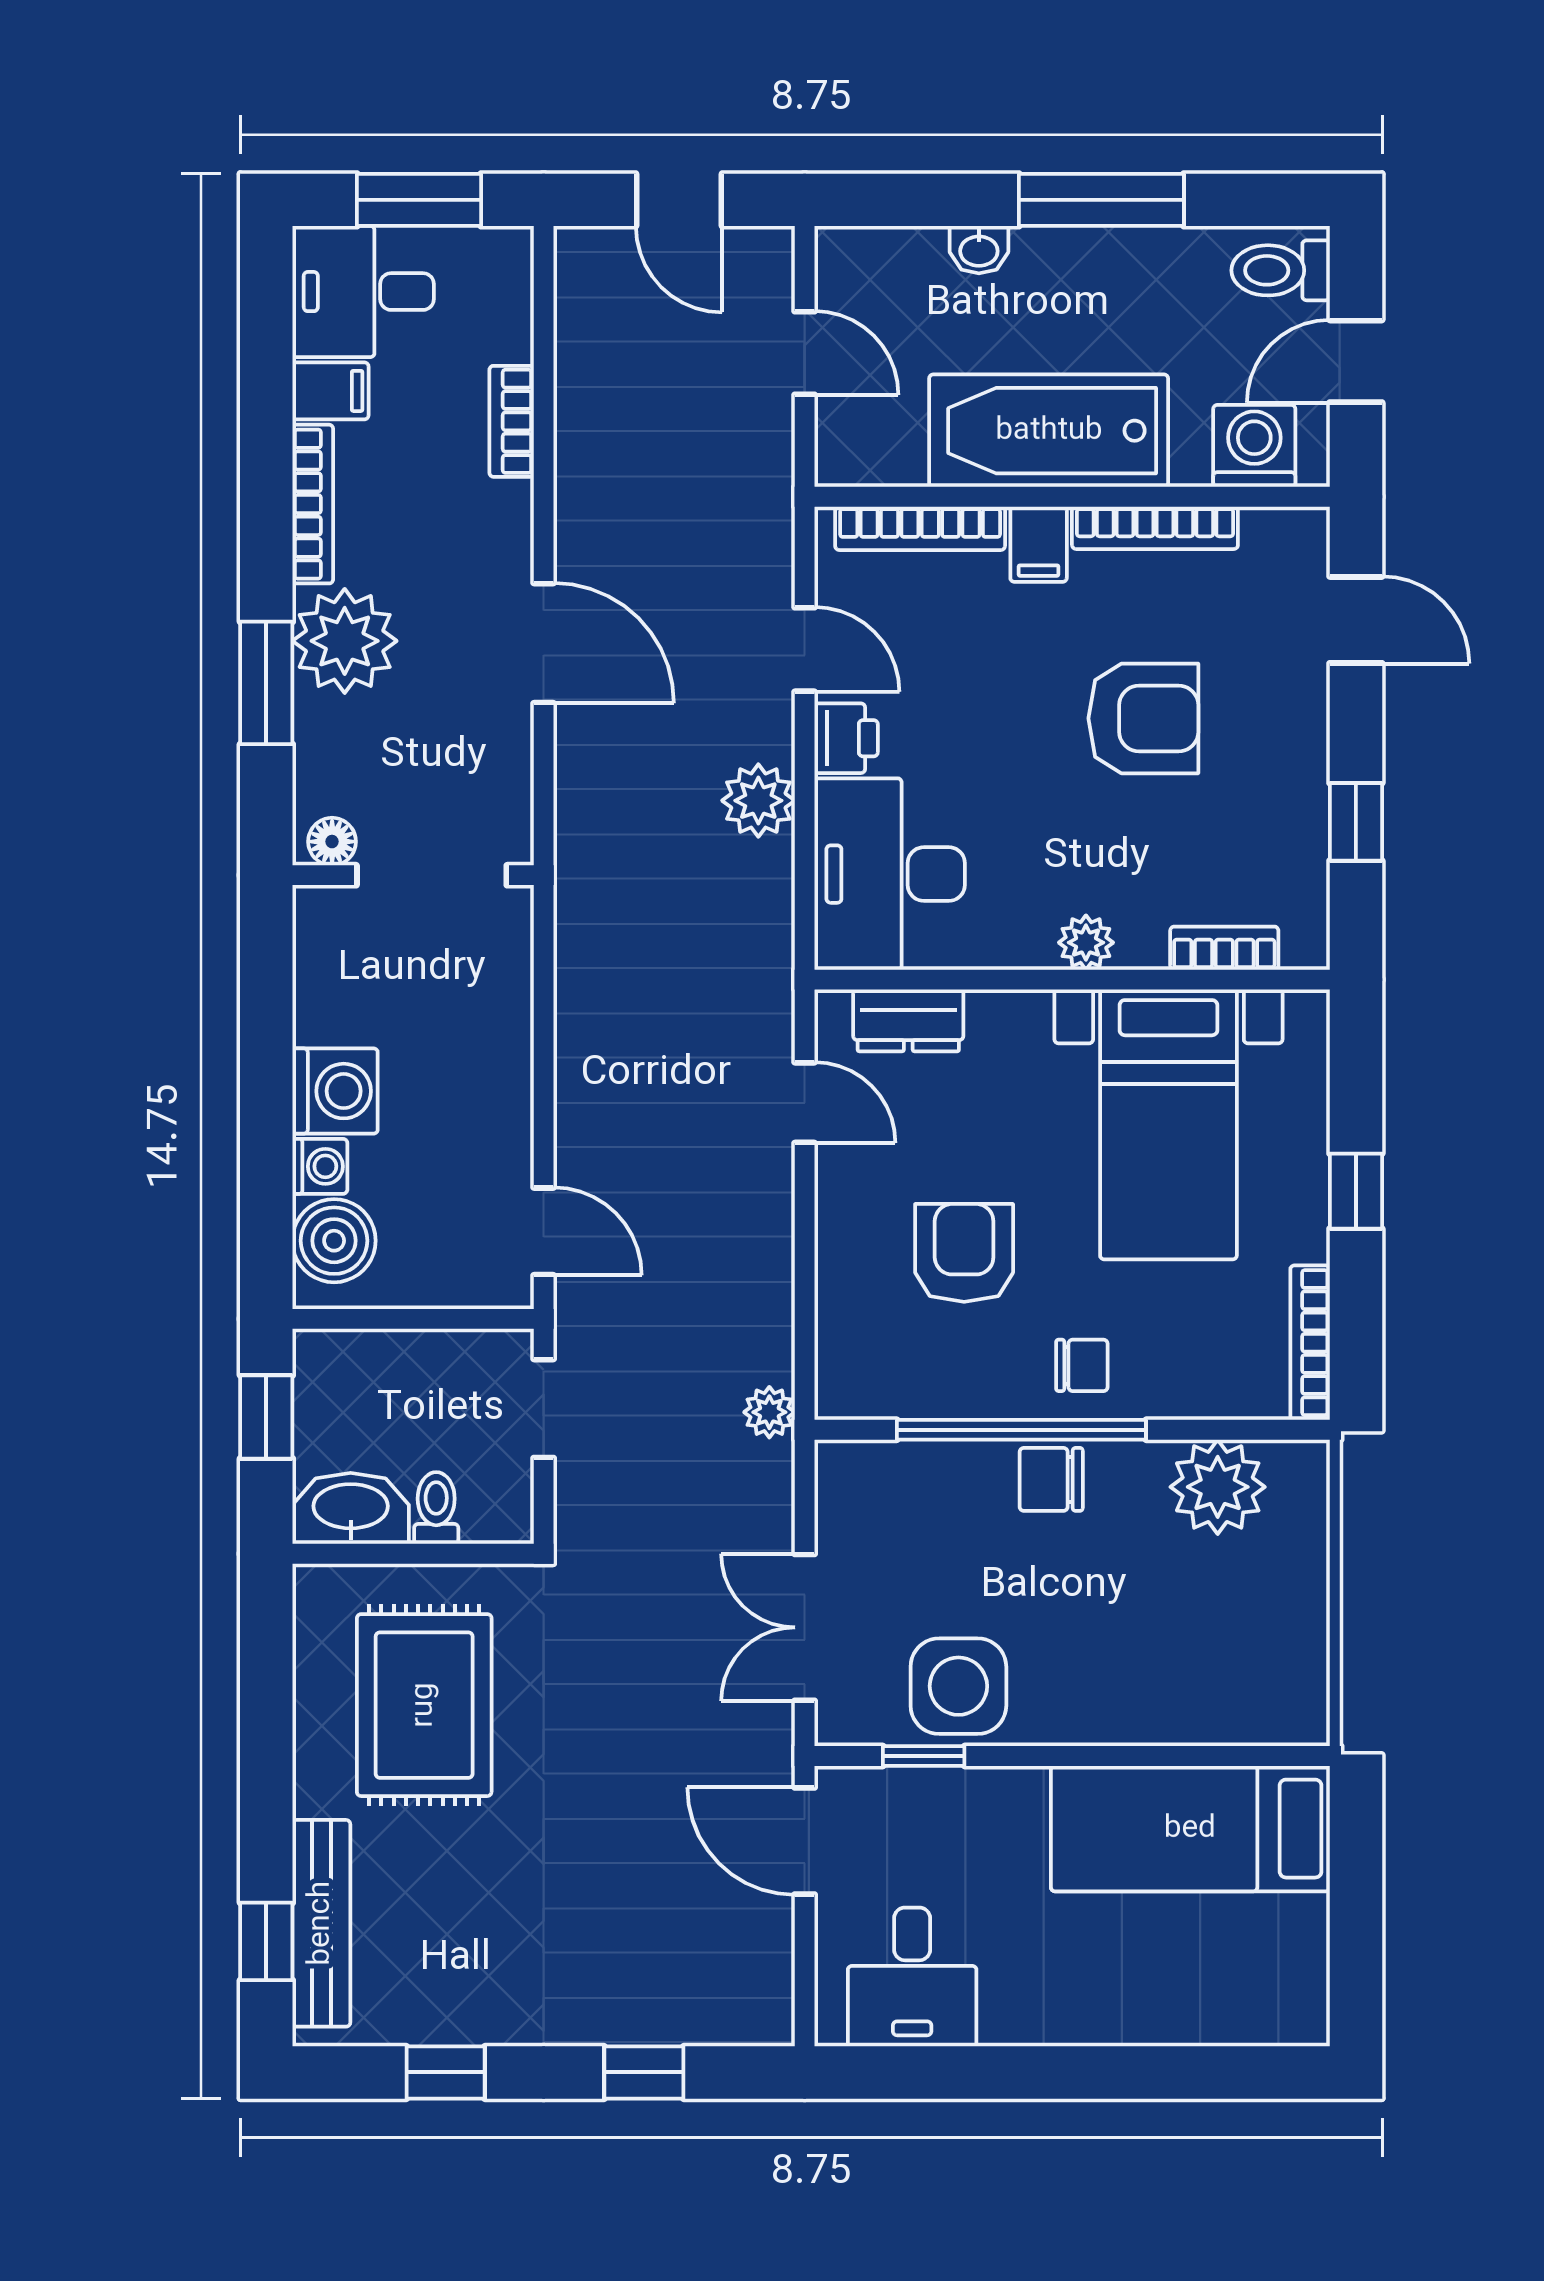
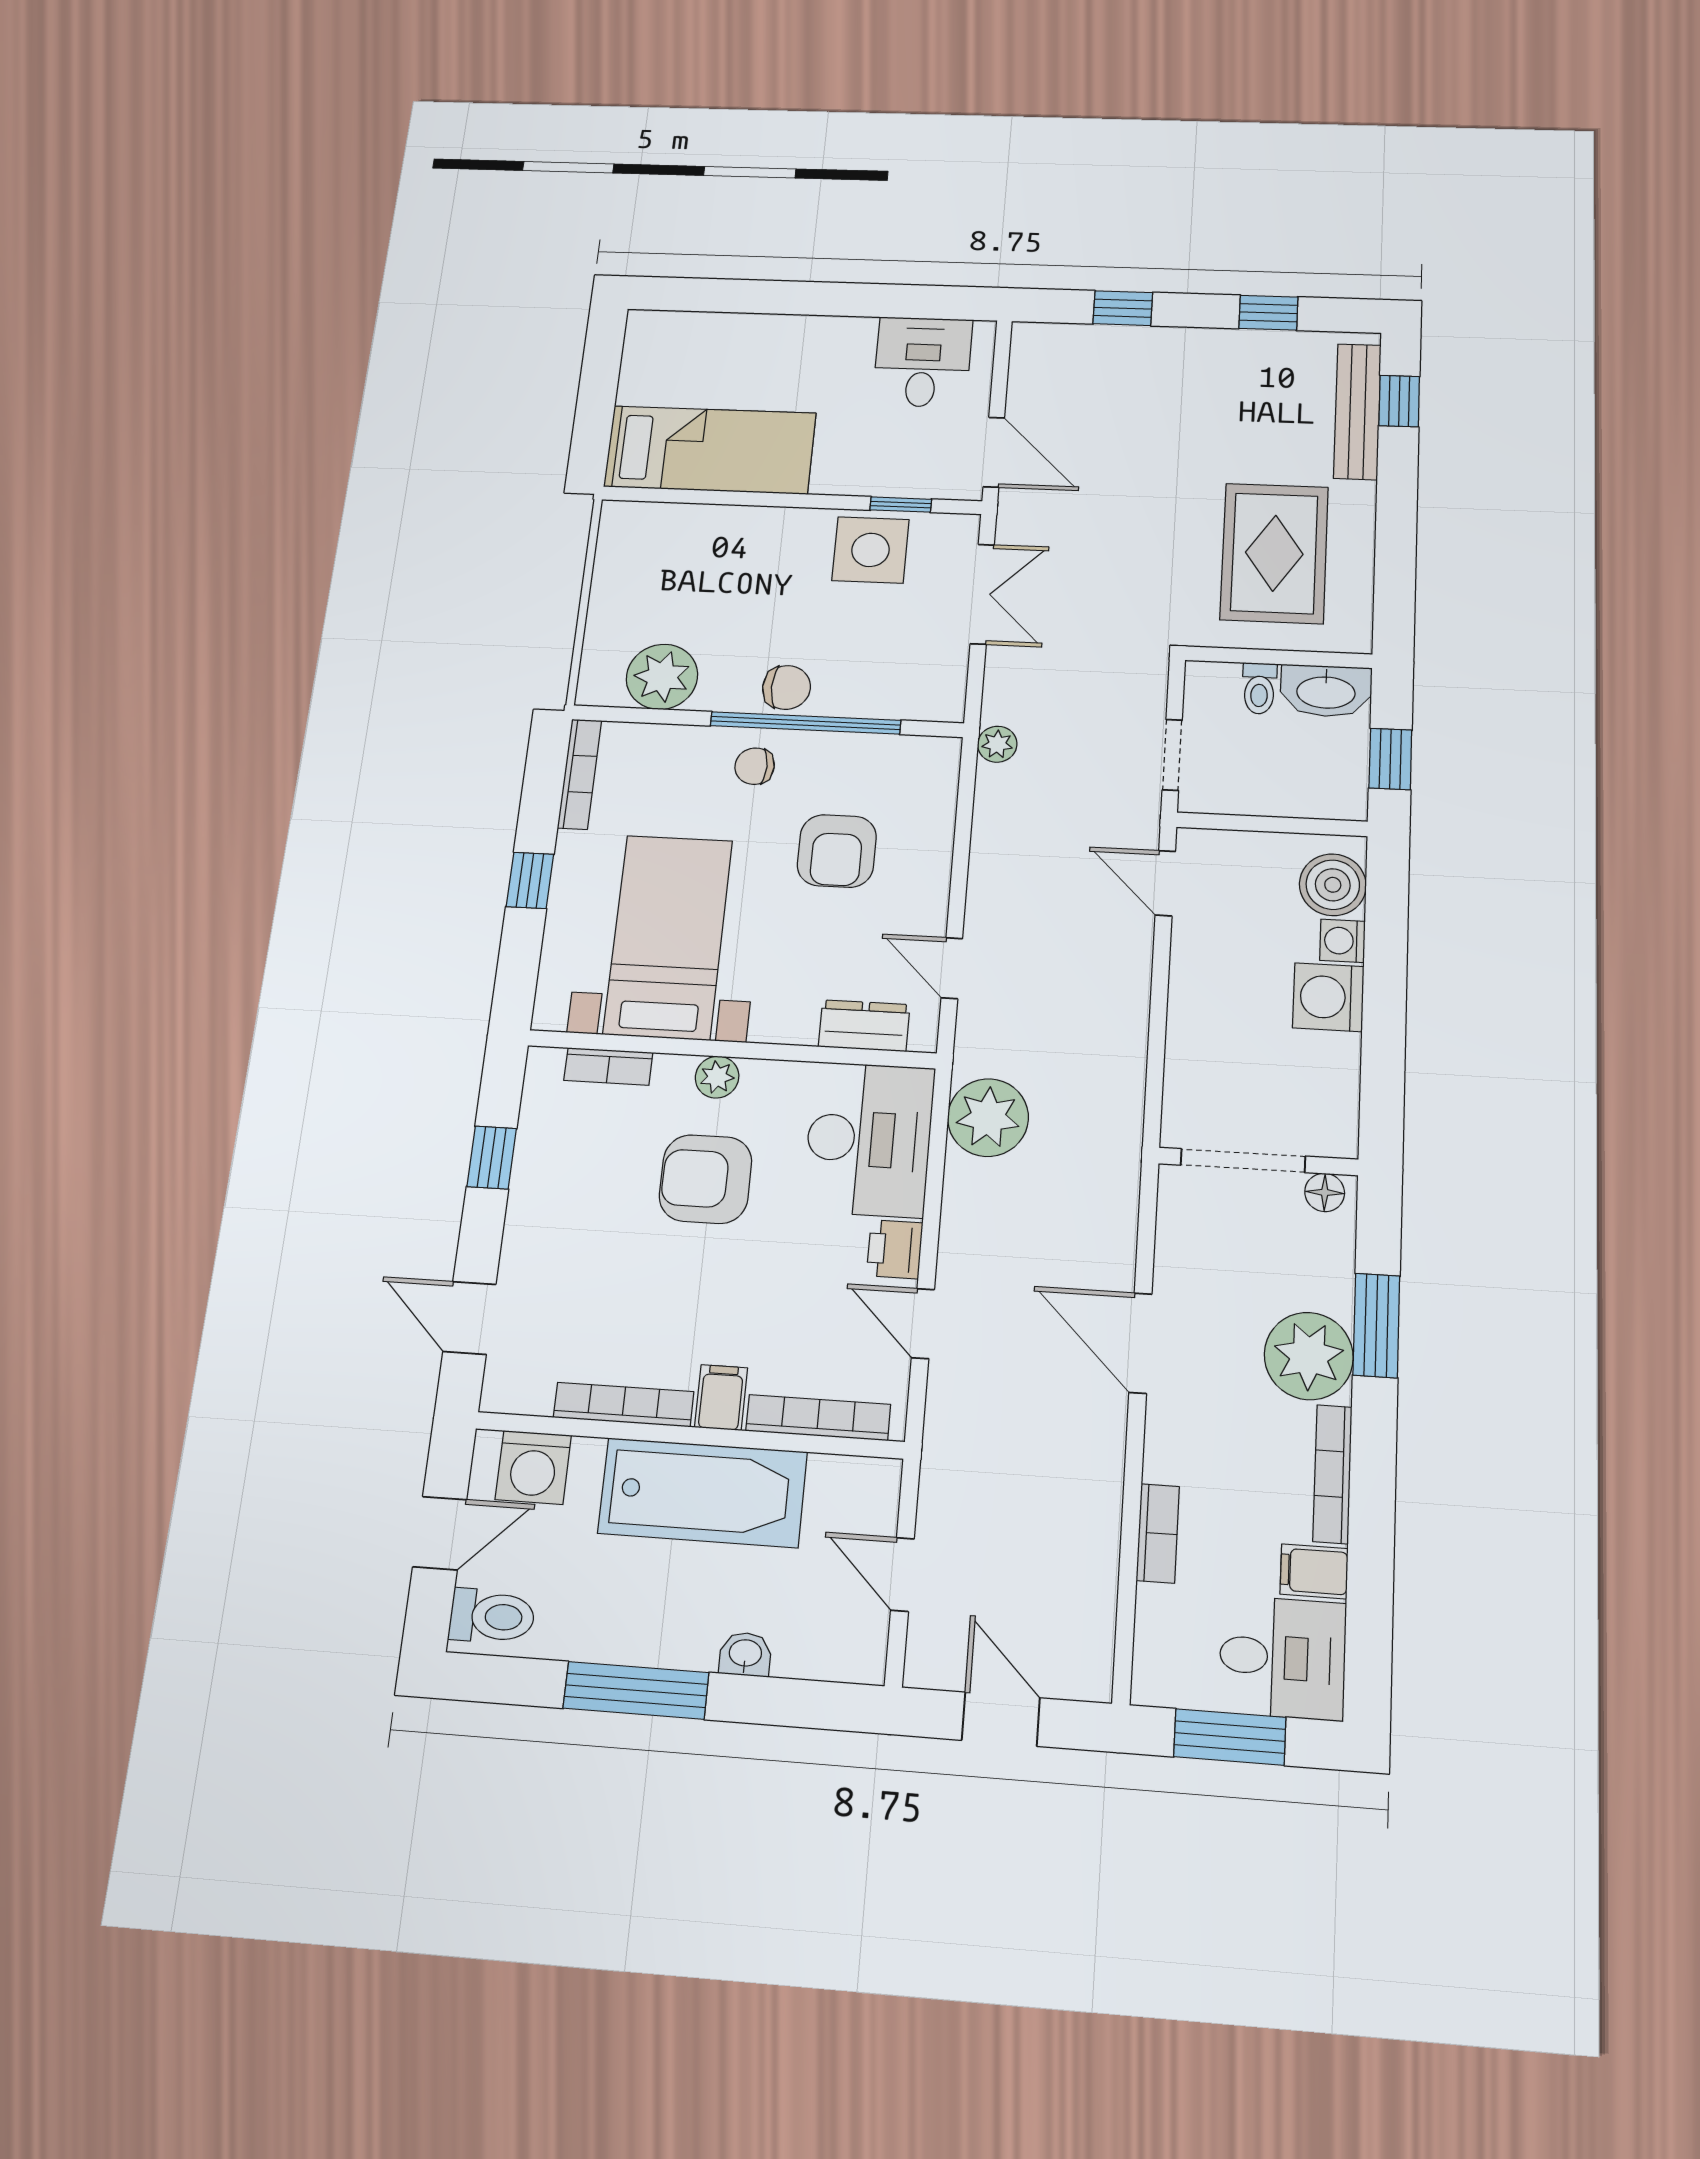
armchair: (1143, 718) -> (706, 1179), moved
plant: (758, 801) -> (988, 1118), moved, width x1.36, depth x1.36

